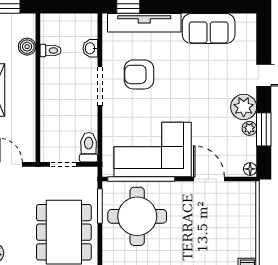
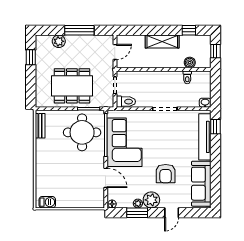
sofa: (209, 28) -> (201, 184), width x1.36
washbasin: (90, 48) -> (205, 103), moved
armchair: (139, 74) -> (166, 174), moved, turned 180
door: (209, 179) -> (106, 178), hinge flipped

